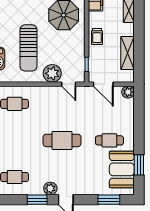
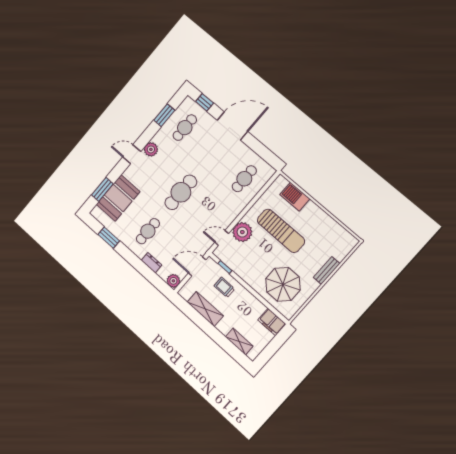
trolley: (97, 37) -> (224, 287), moved
sun lounger: (28, 48) -> (281, 231), turned 180
dresser: (129, 119) -> (151, 263), added
booth: (122, 169) -> (118, 198), moved, turned 90
window: (37, 200) -> (164, 115), moved

